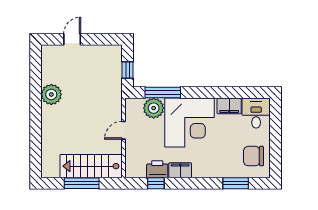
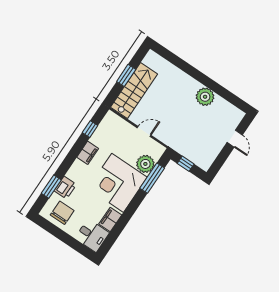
door: (124, 130) -> (144, 131), hinge flipped
printer: (157, 169) -> (65, 188), moved
window: (82, 183) -> (126, 75), width x0.69

